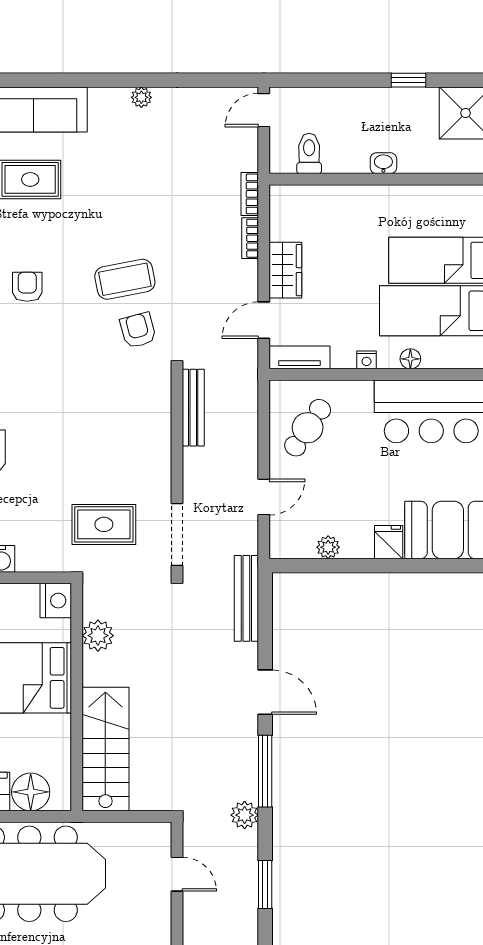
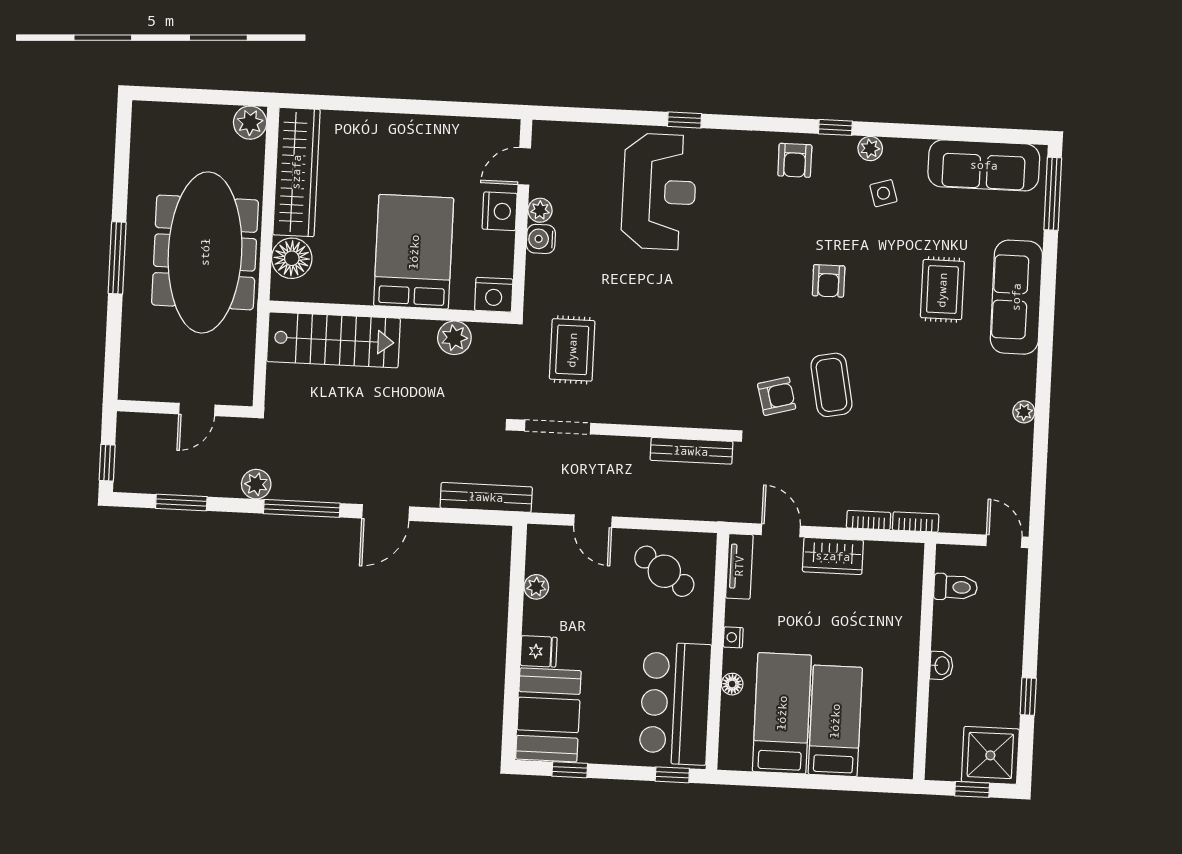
armchair: (27, 287) -> (829, 281), turned 90

